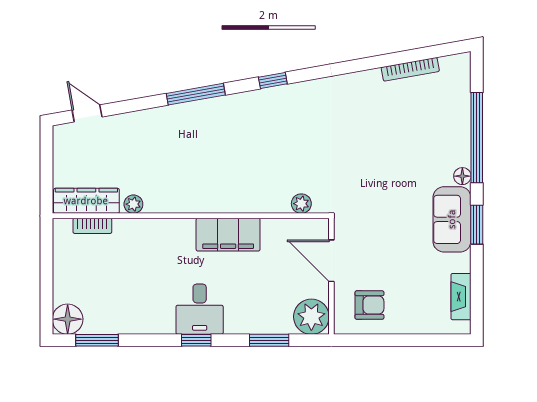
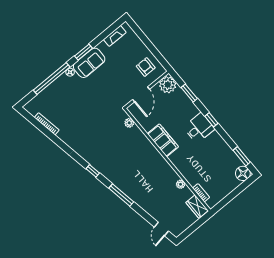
wardrobe: (86, 201) -> (197, 207), width x0.67

